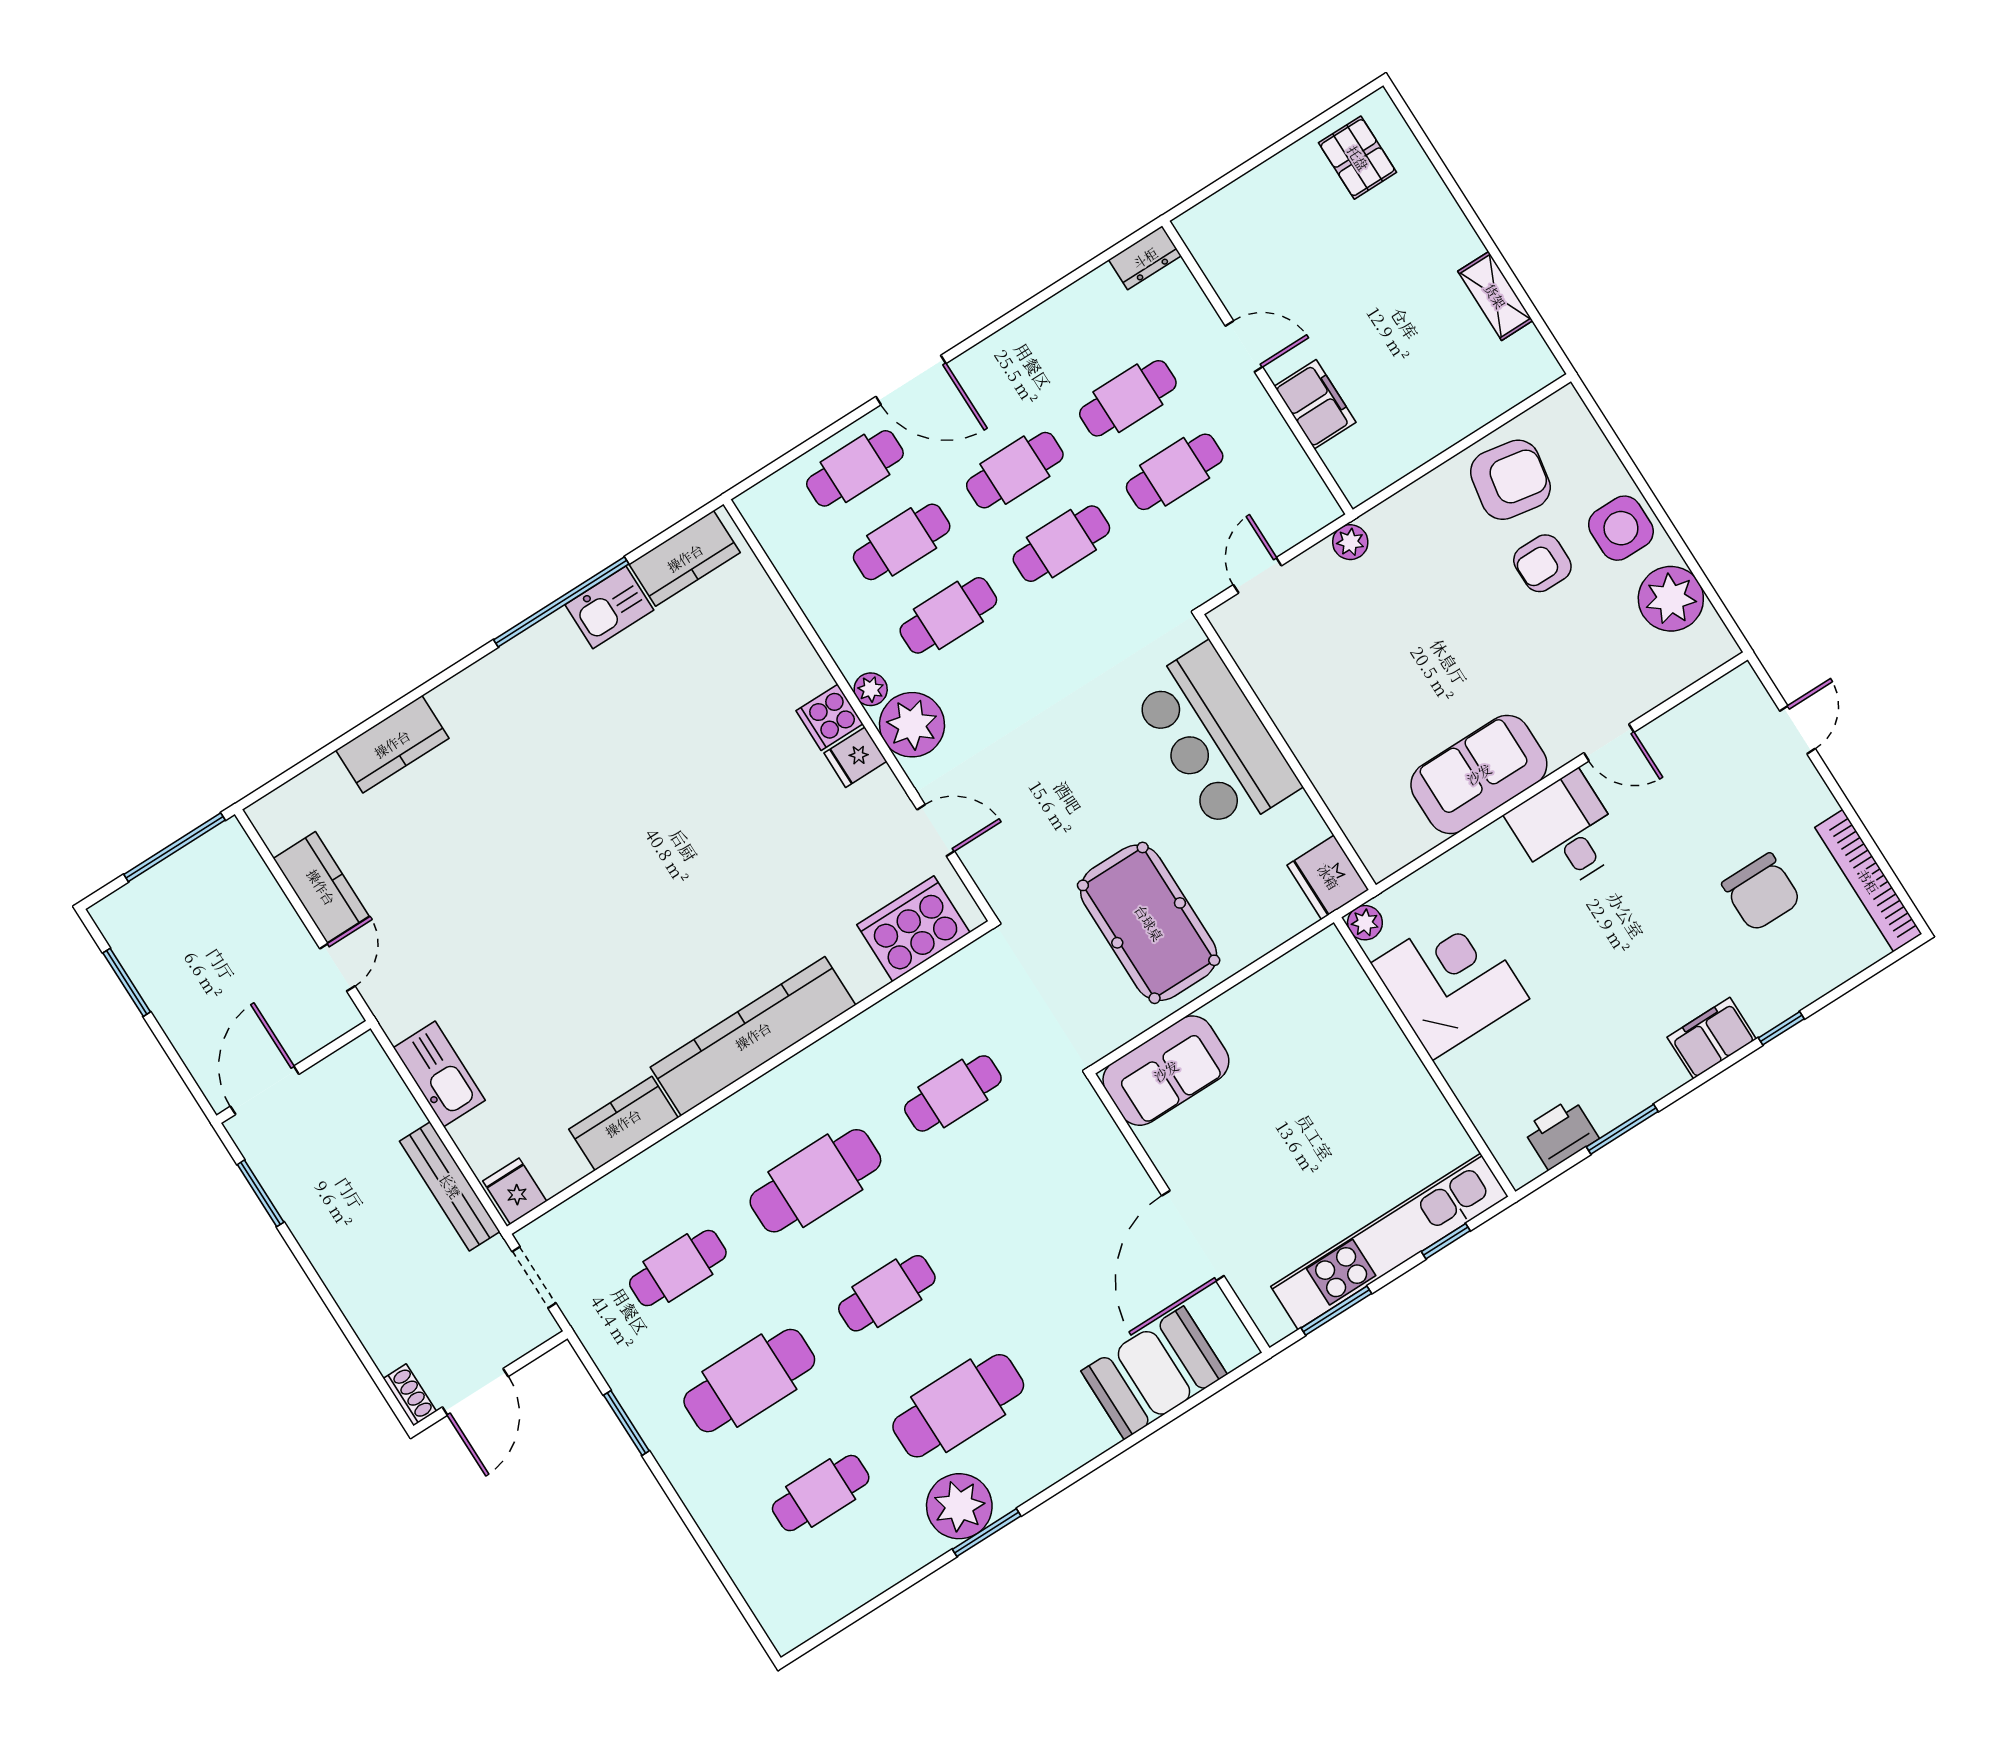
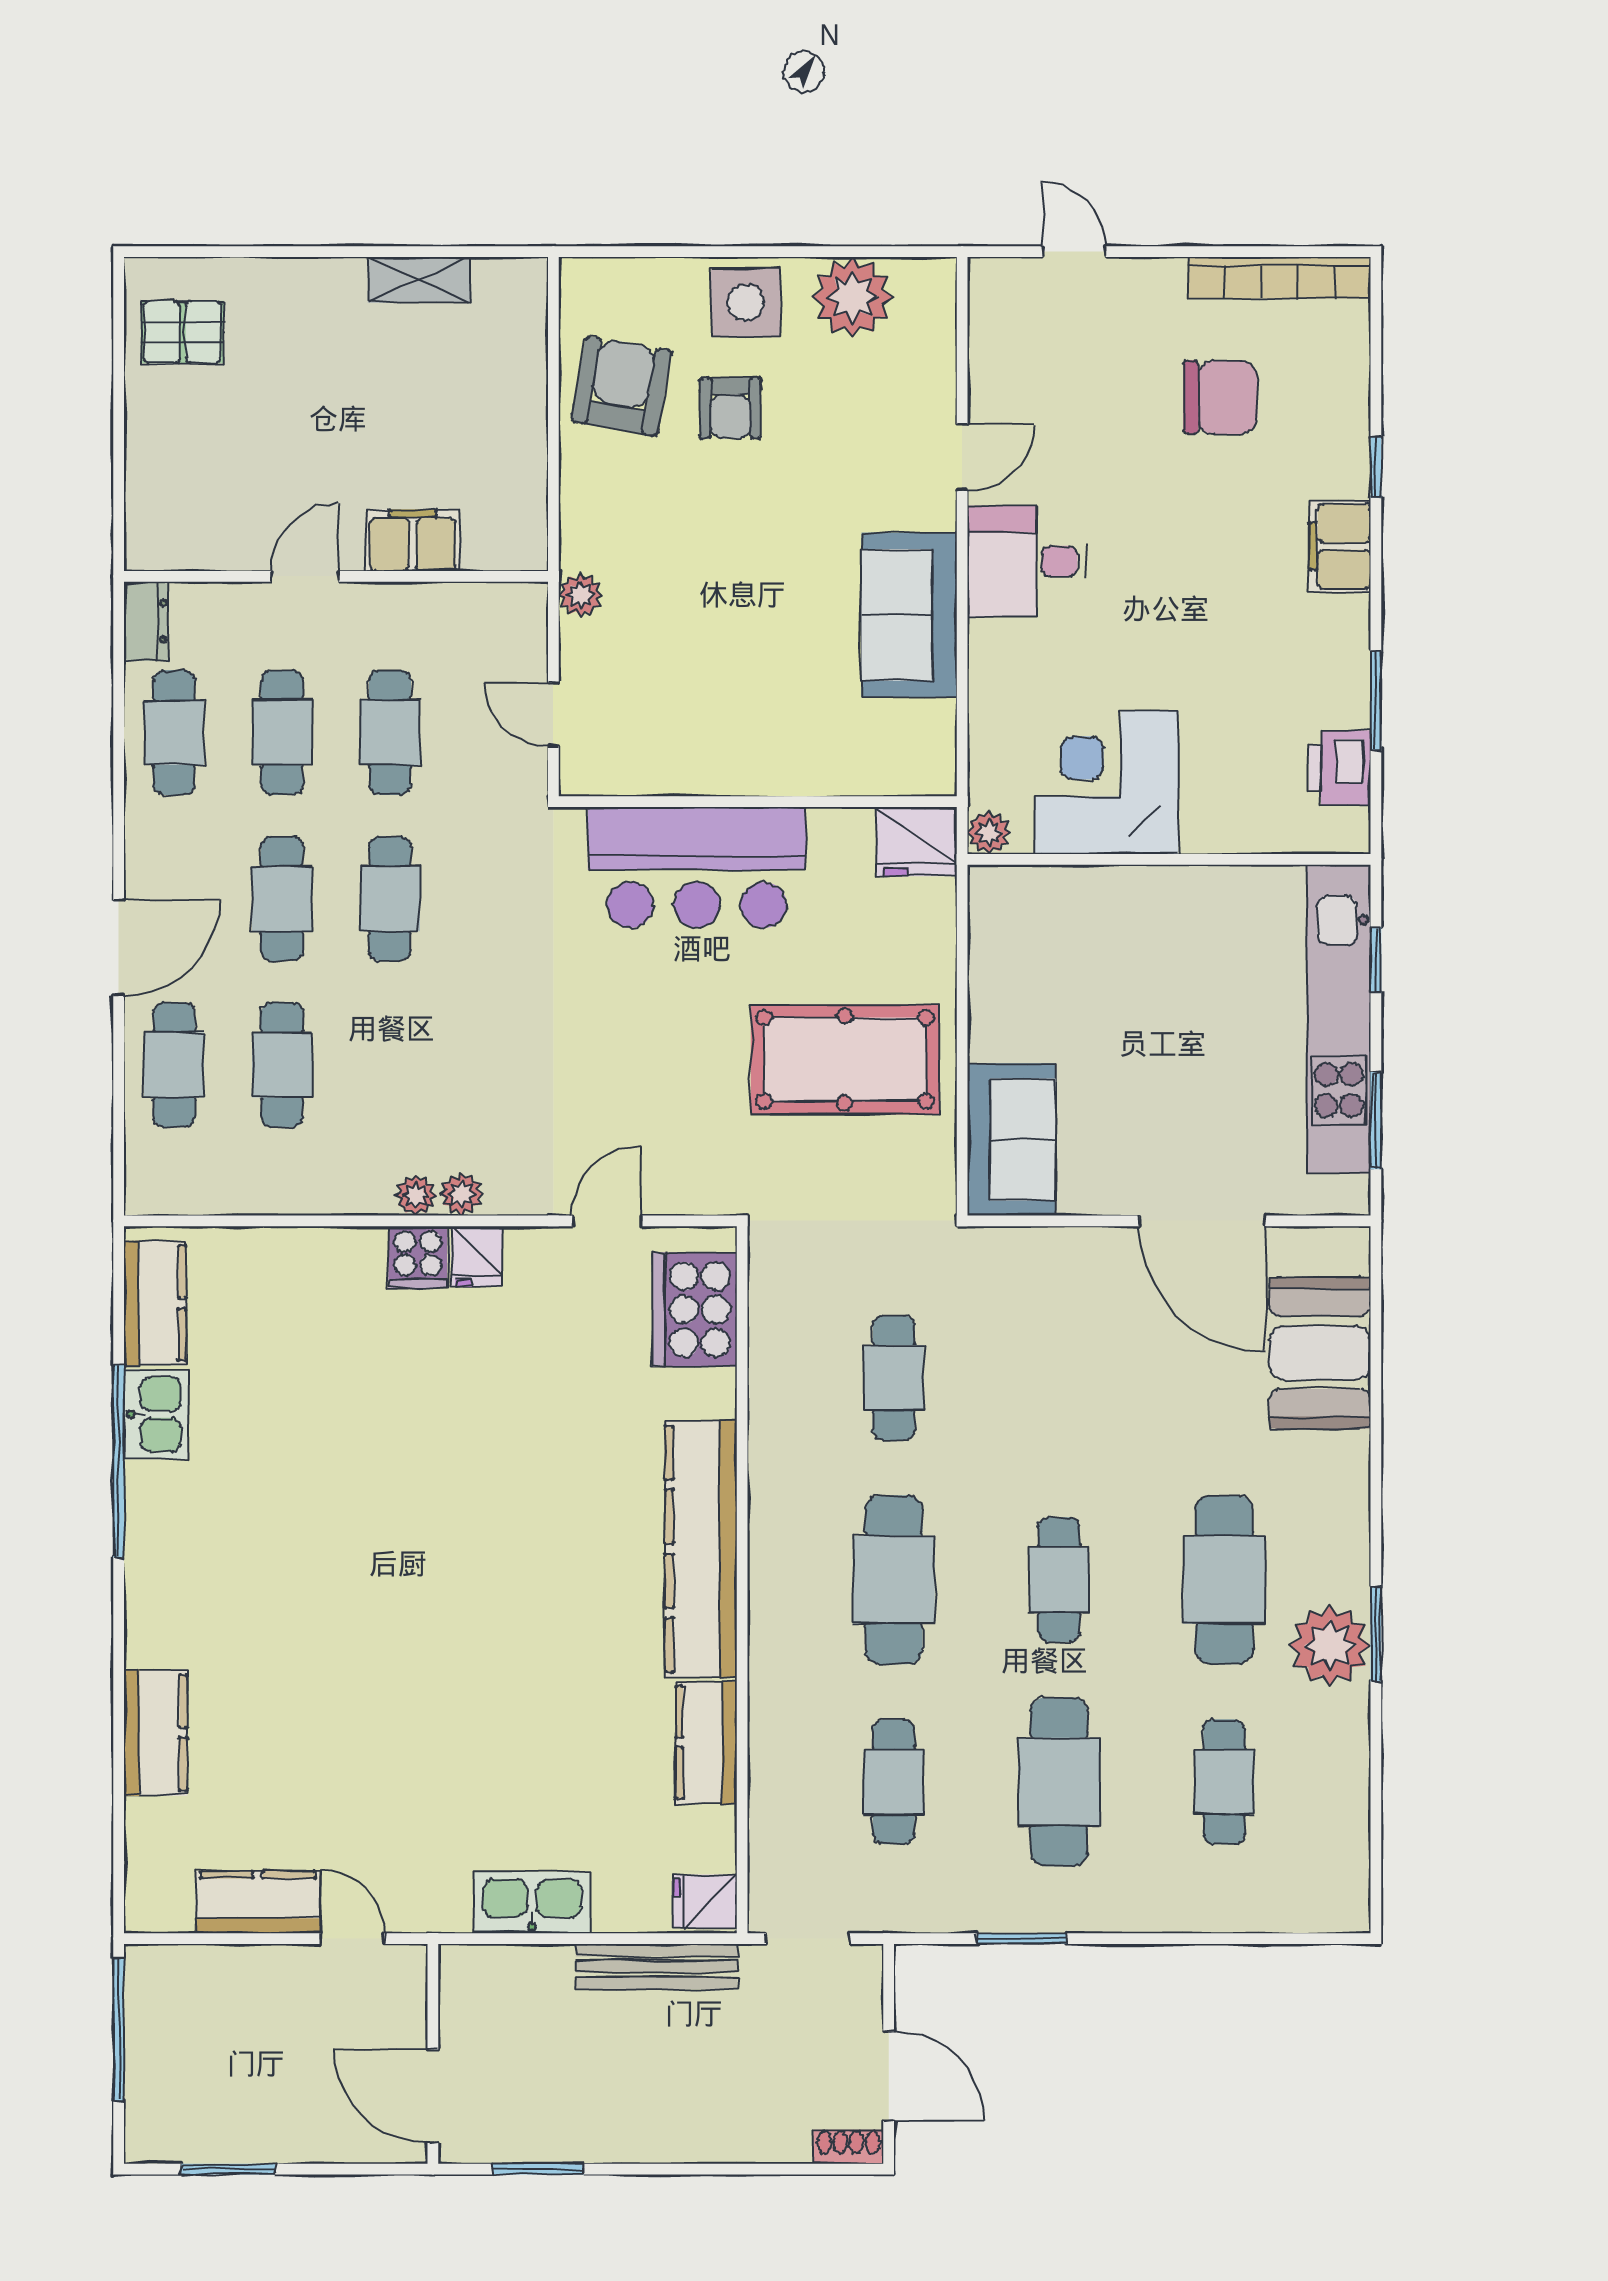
cafe table: (948, 615) -> (174, 732), moved
plant: (912, 725) -> (462, 1194), width x0.53, depth x0.53

